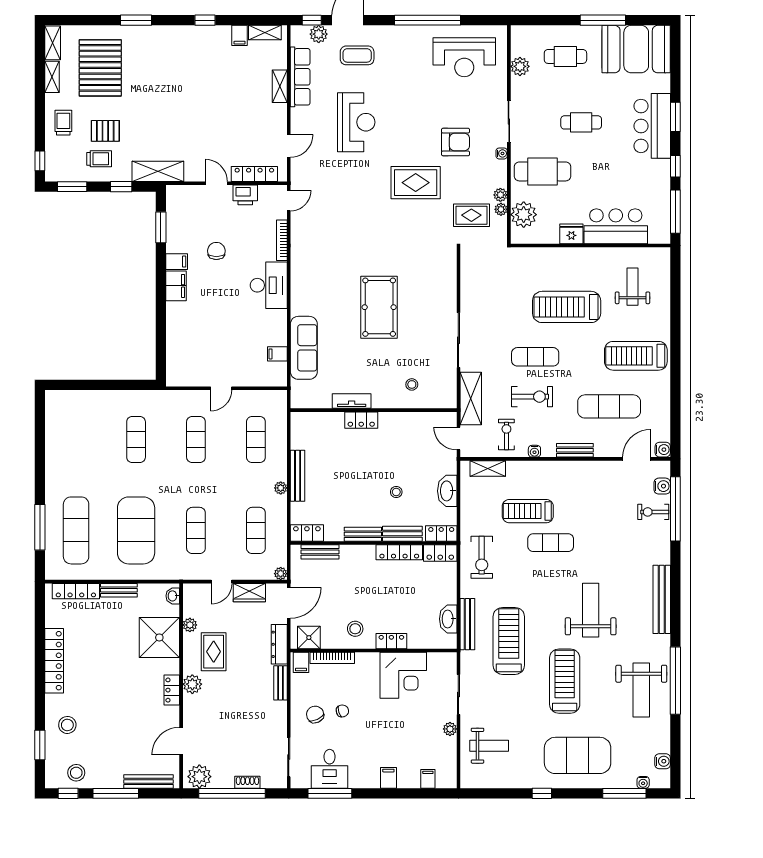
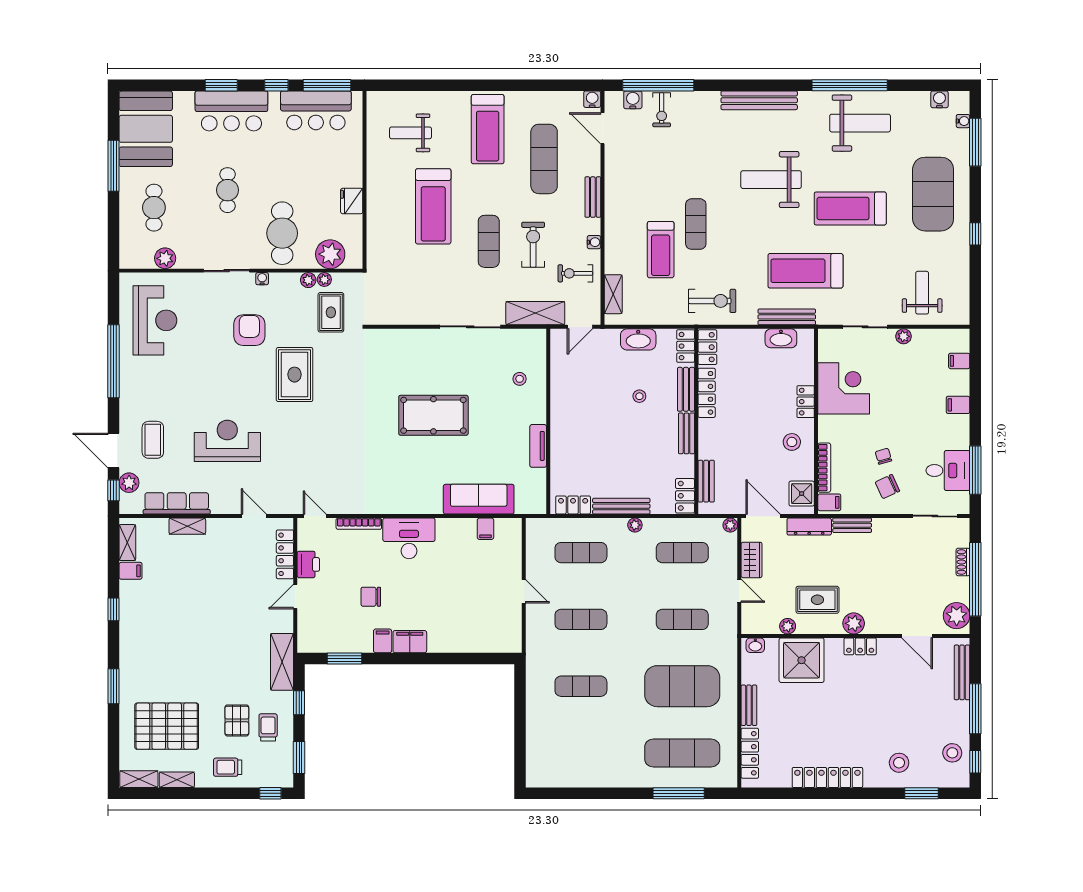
bar counter: (616, 226) -> (316, 110), moved, turned -90
locker: (361, 420) -> (573, 505), moved, turned -90

